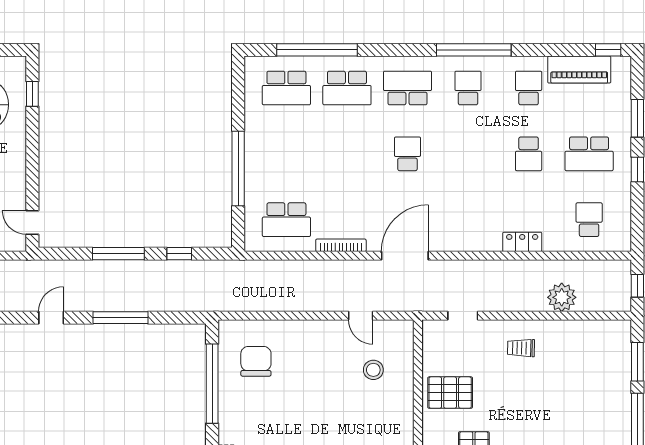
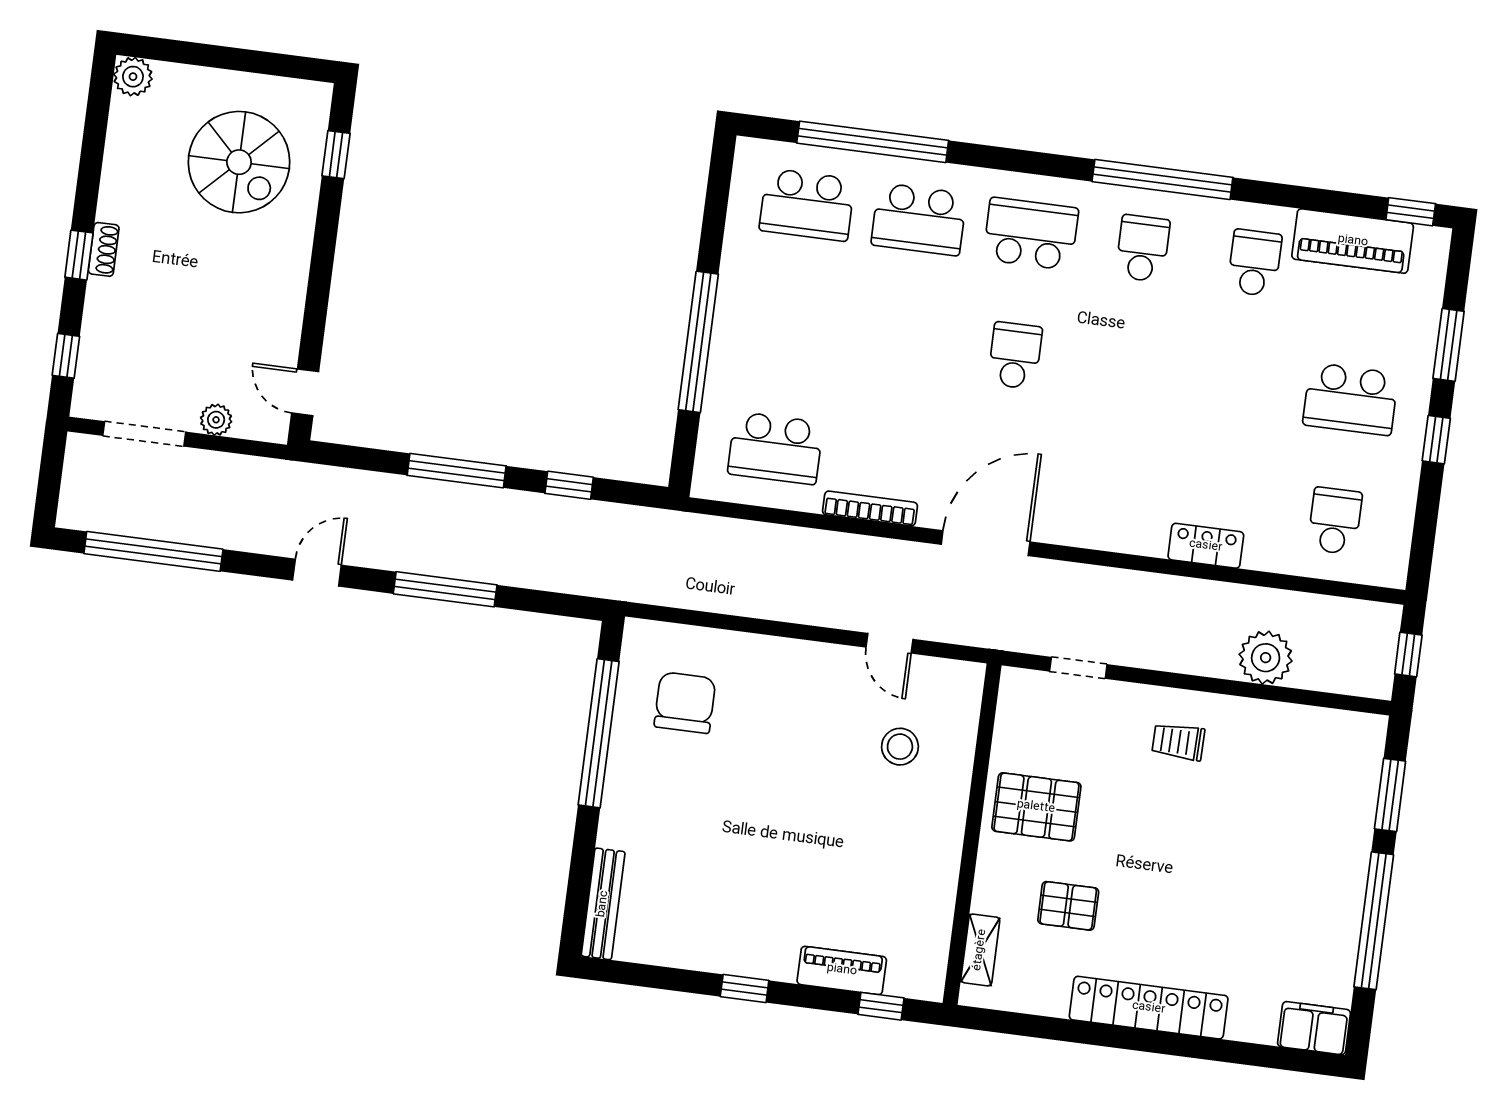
school desk: (529, 154) -> (1239, 385), removed

